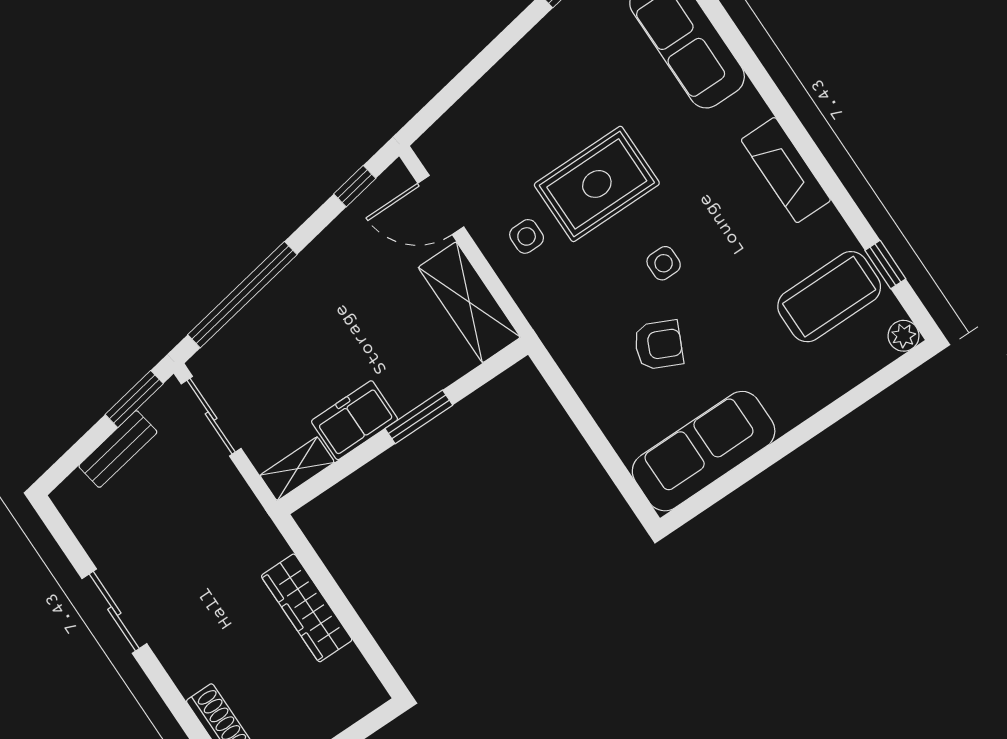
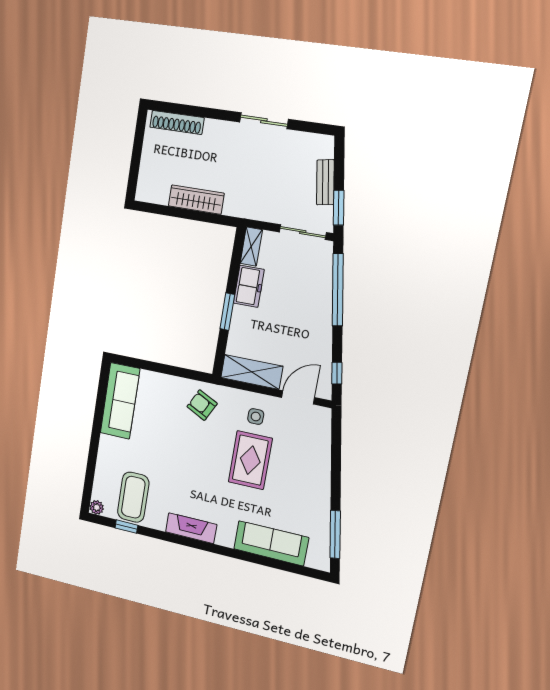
side table: (664, 263) -> (199, 454), removed
armchair: (659, 345) -> (202, 405), moved, turned 92

